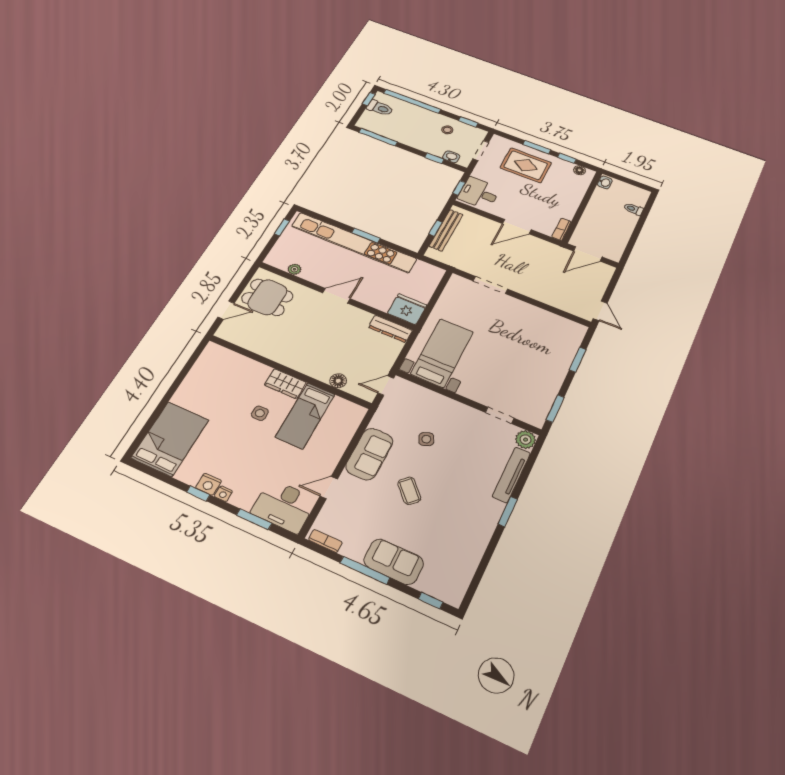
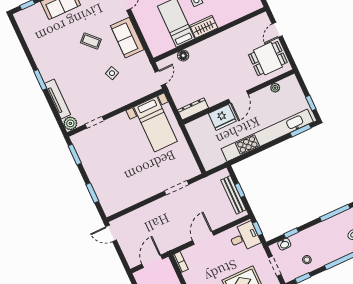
window: (366, 235) -> (300, 131), moved
fridge: (407, 309) -> (222, 117), moved

